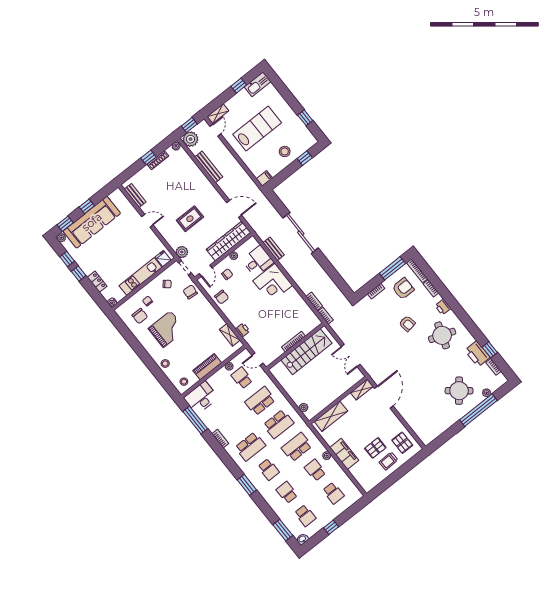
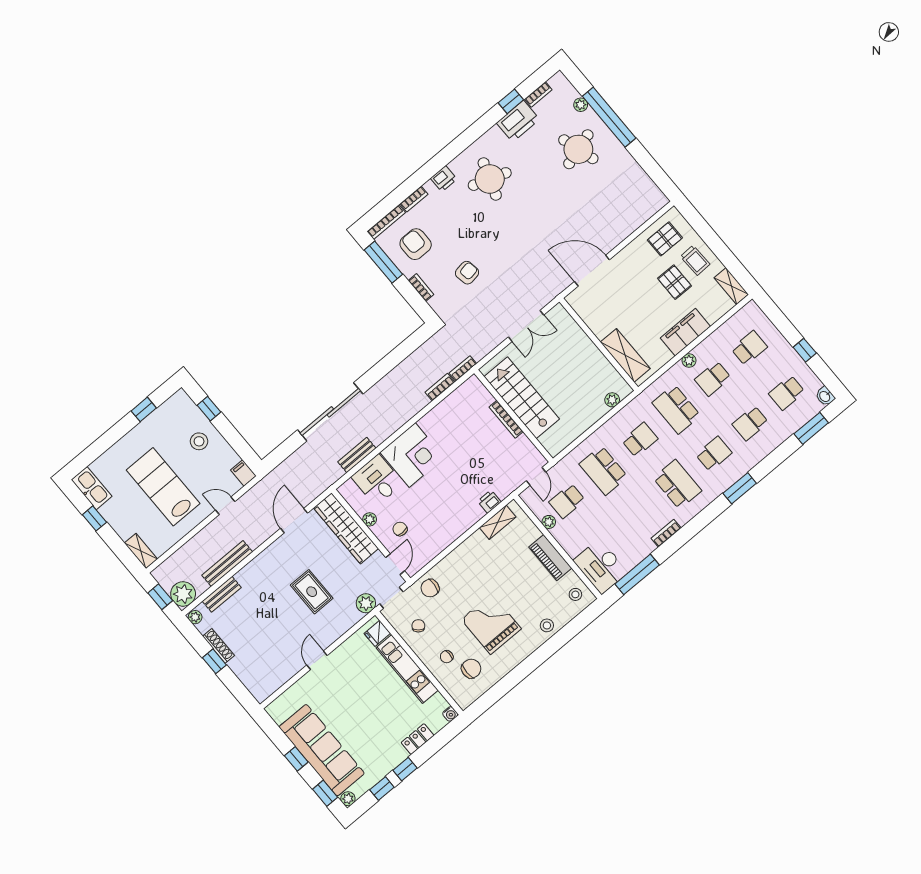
door: (215, 130) -> (225, 506), moved
bench: (135, 195) -> (222, 594), moved
door: (206, 271) -> (395, 564), hinge flipped
chair: (222, 297) -> (437, 537), removed
armchair: (407, 324) -> (467, 273), moved
shelving: (362, 390) -> (731, 286), moved
round table: (459, 391) -> (578, 149), turned 34
school desk: (278, 424) -> (640, 440), width x0.54
school desk: (305, 516) -> (787, 393), turned 180

